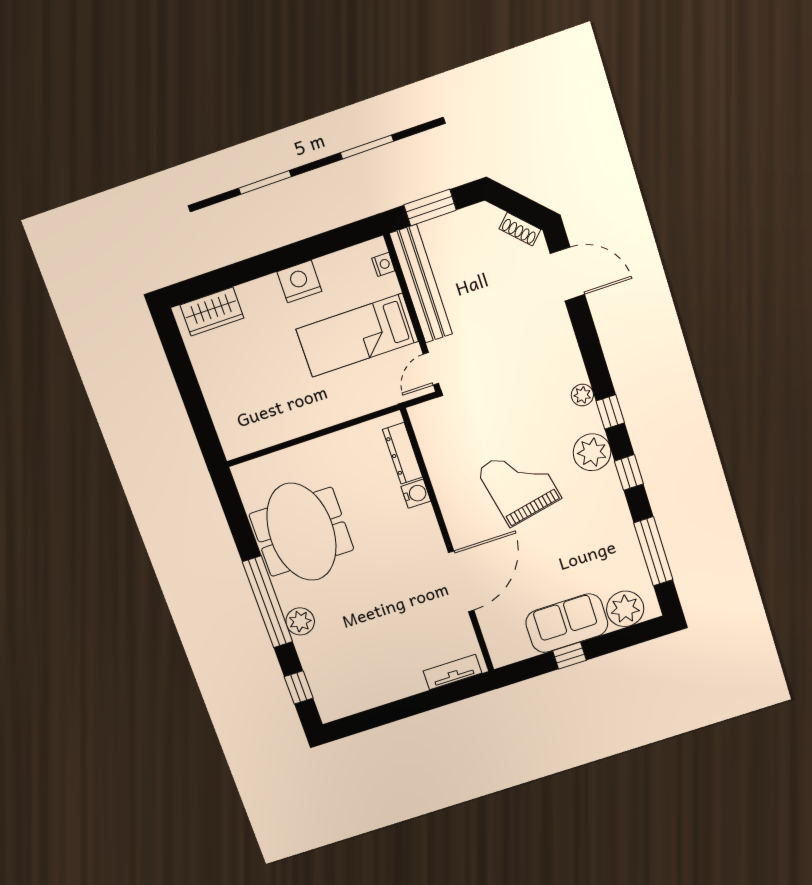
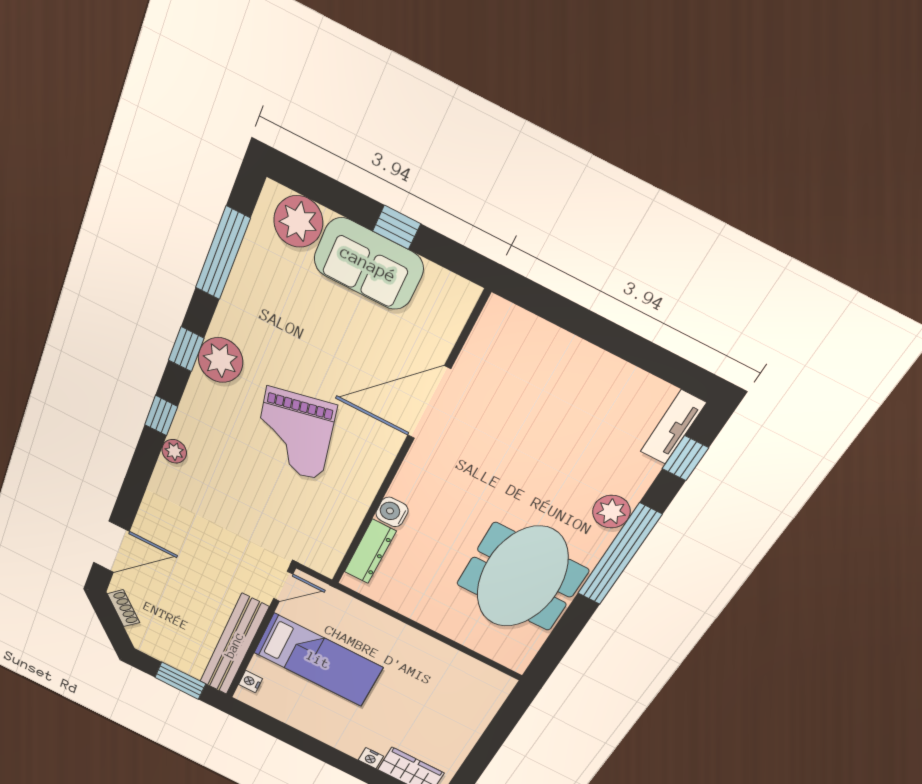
door: (567, 274) -> (111, 547), swing flipped
nightstand: (299, 282) -> (371, 758), moved, width x0.53, depth x0.56
plant: (592, 452) -> (221, 360), moved
tv unit: (452, 672) -> (673, 427), moved, turned 90

